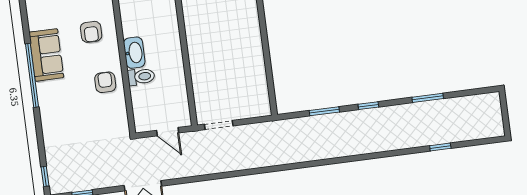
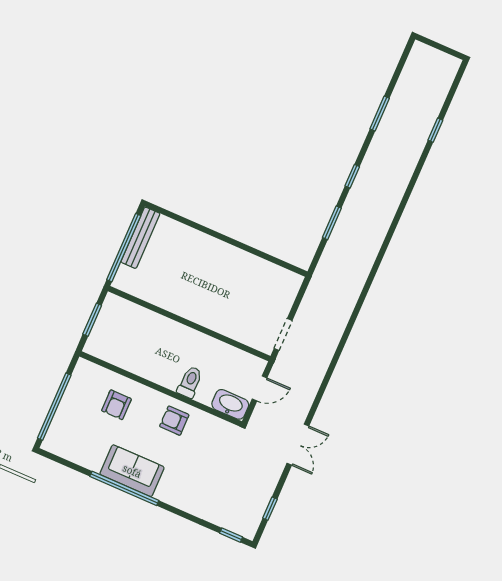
armchair: (91, 32) -> (116, 405), turned 90
washbasin: (134, 53) -> (230, 404), moved
sofa: (46, 55) -> (132, 471), moved

